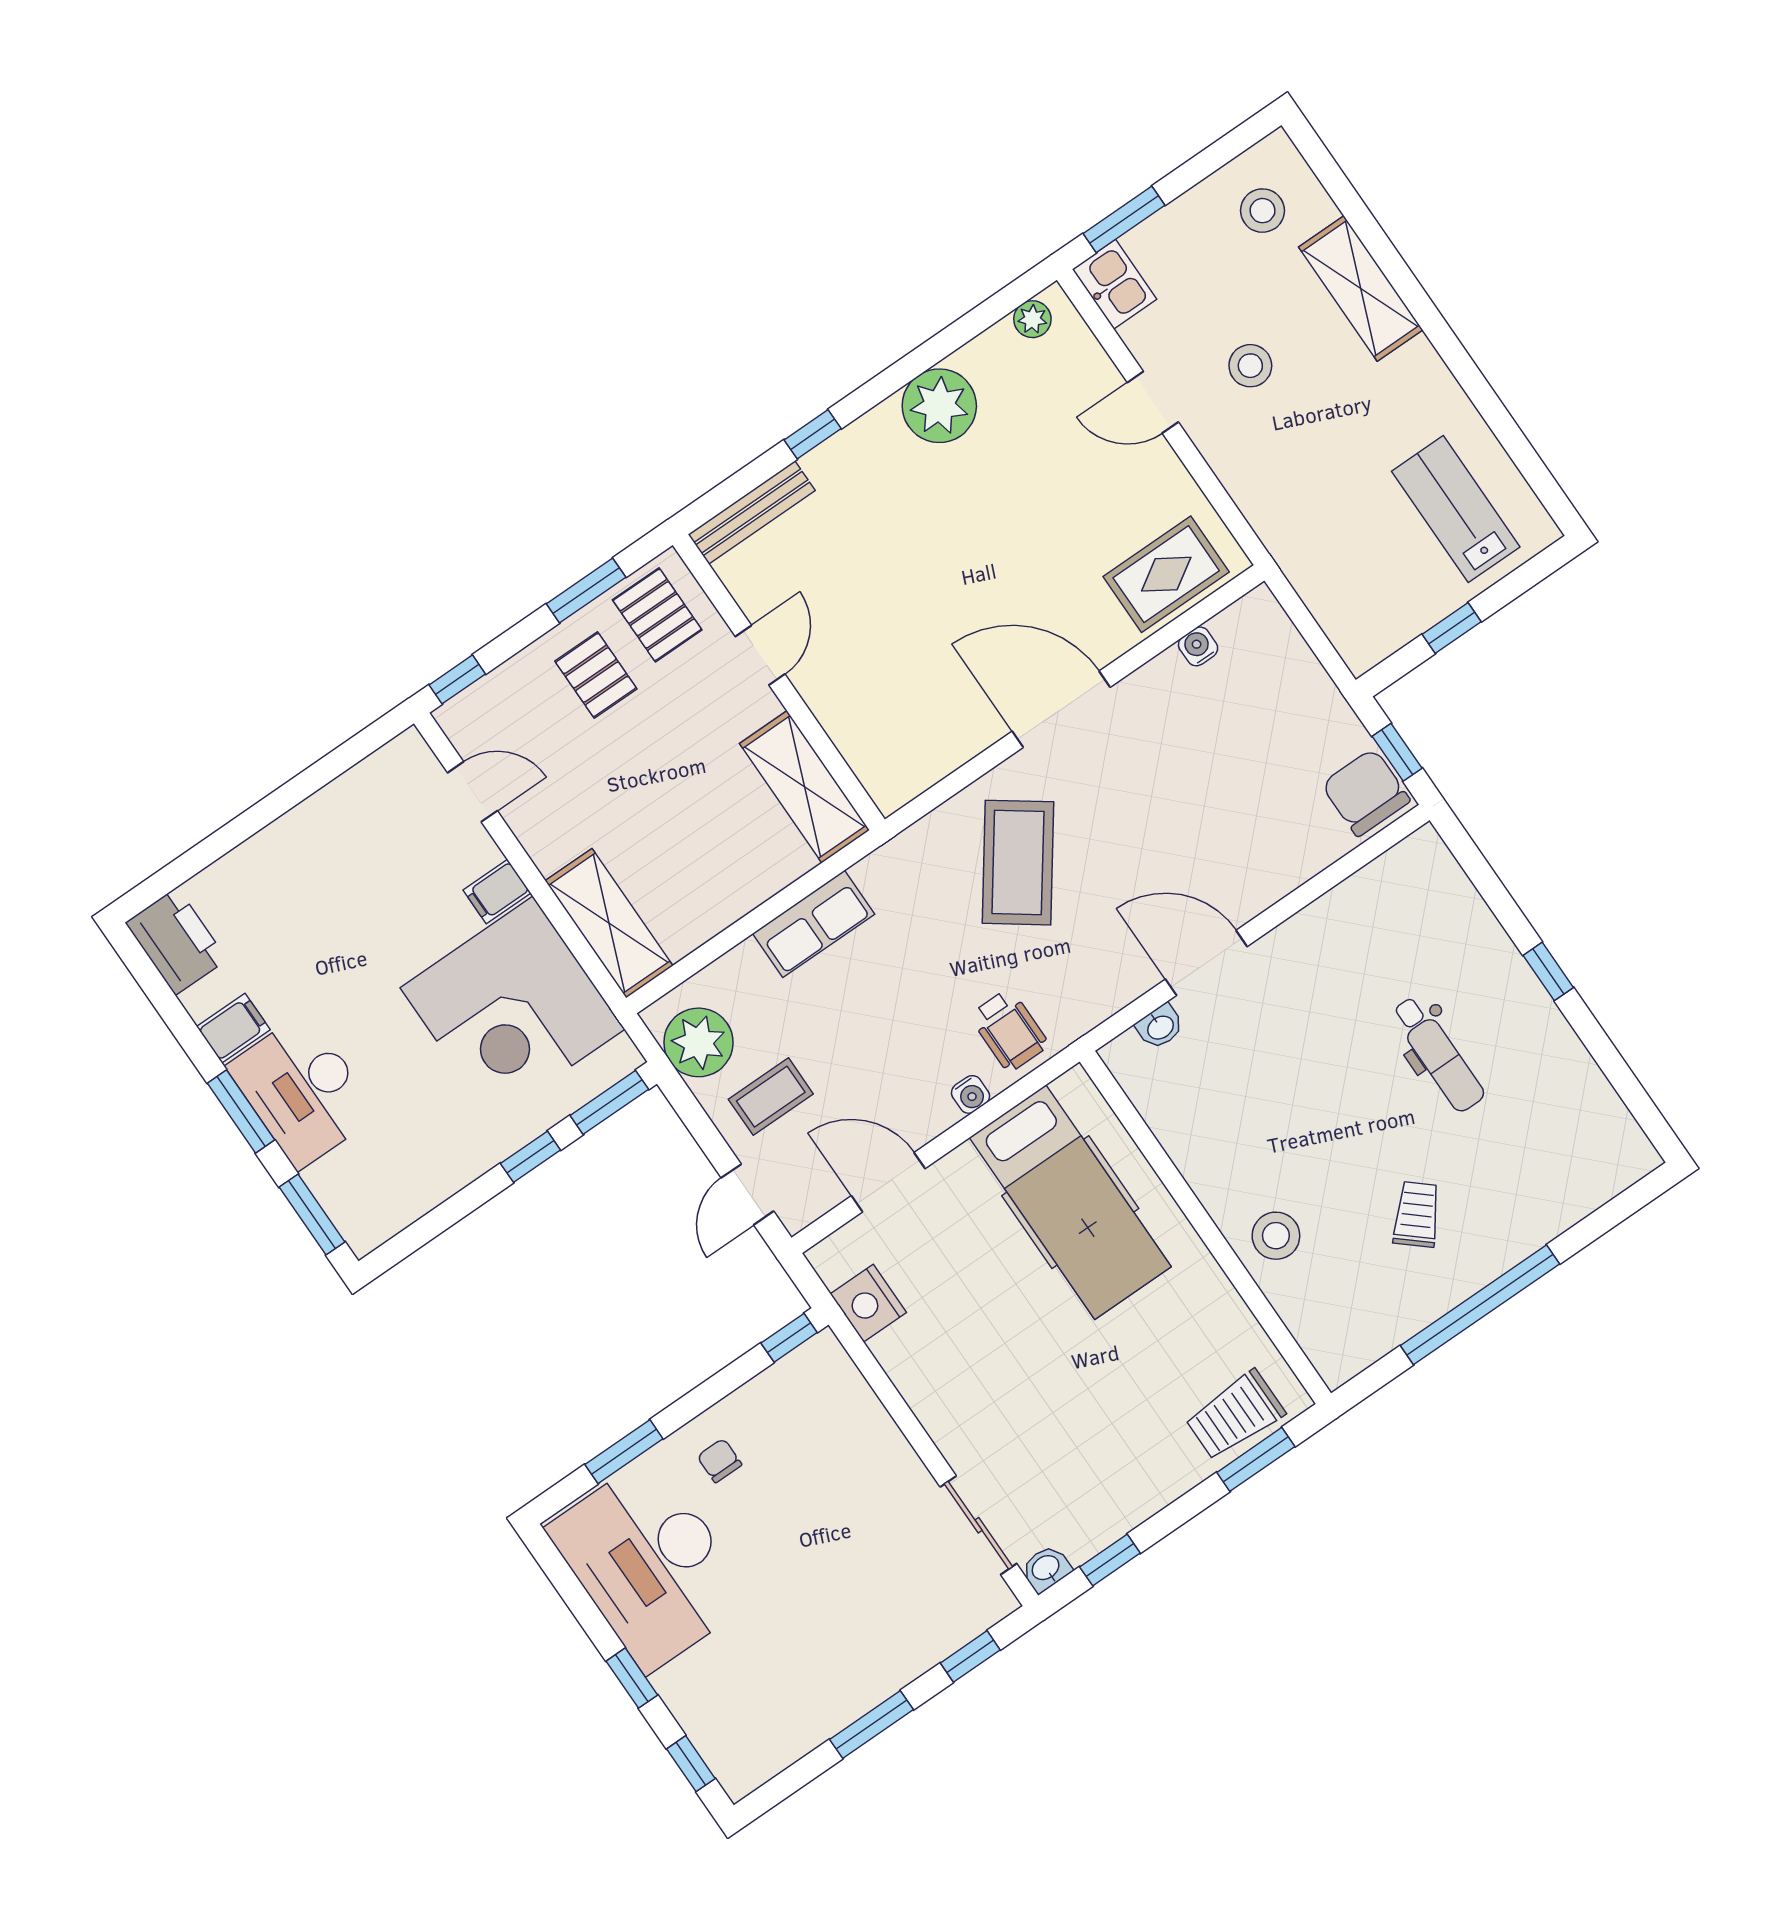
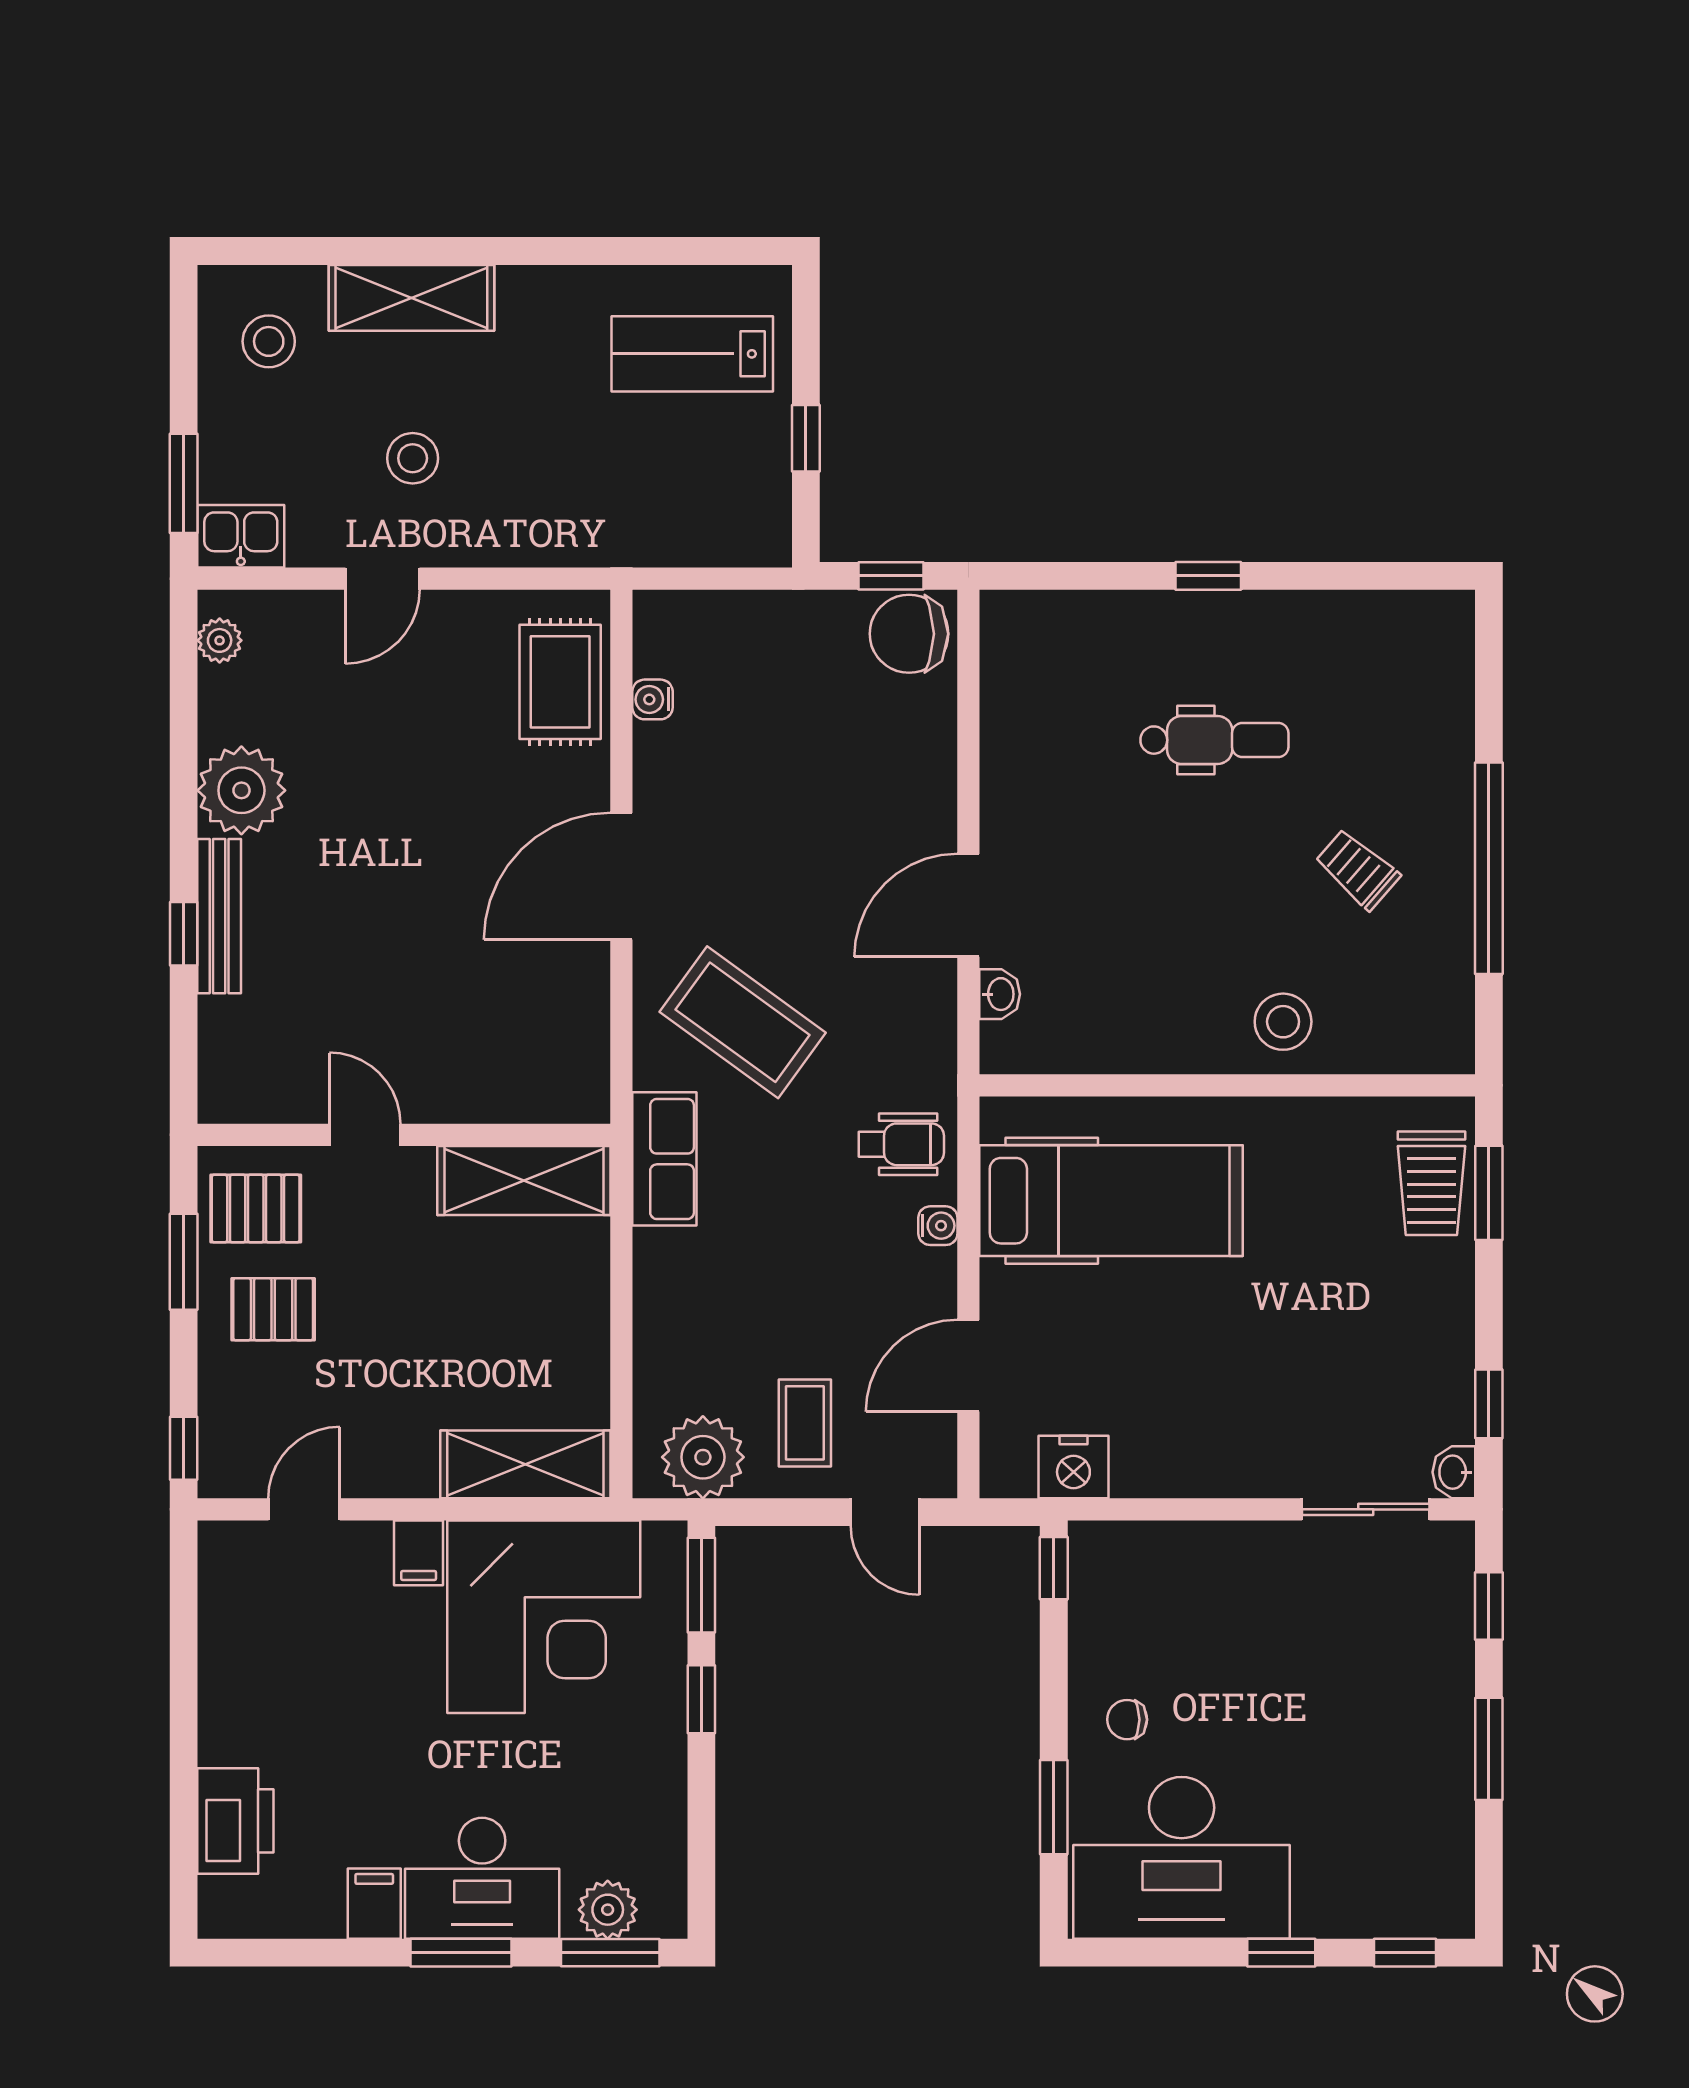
bench: (752, 512) -> (219, 916), moved
row of seats: (814, 924) -> (664, 1159), moved
printer: (176, 941) -> (235, 1821), moved, turned 90
plant: (340, 1192) -> (608, 1910), added

